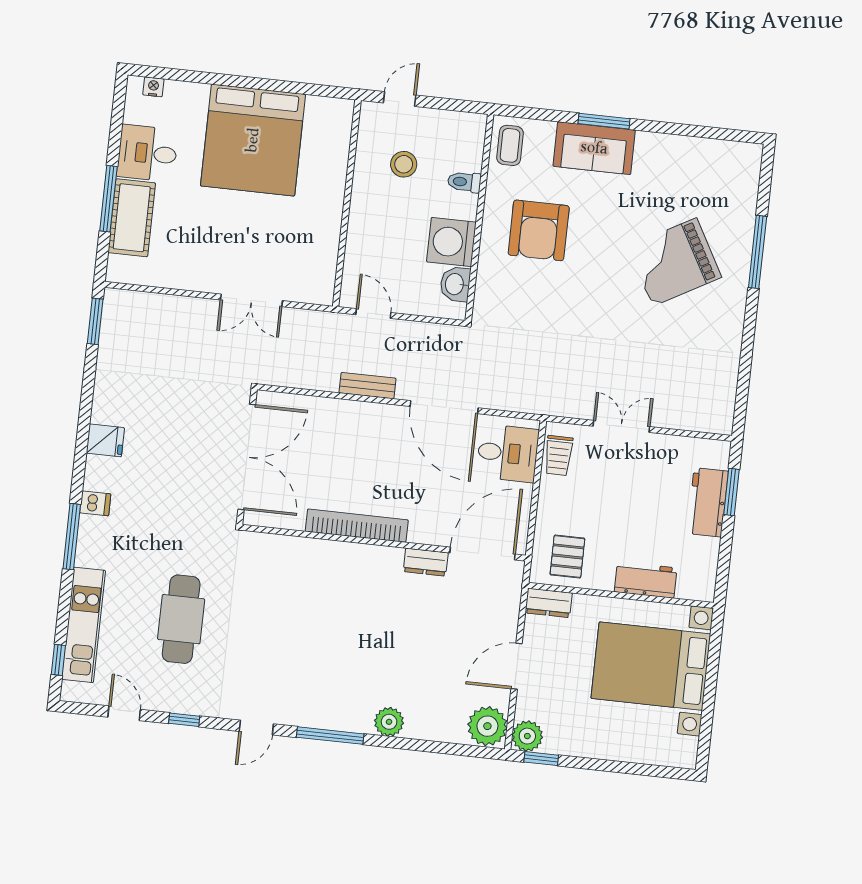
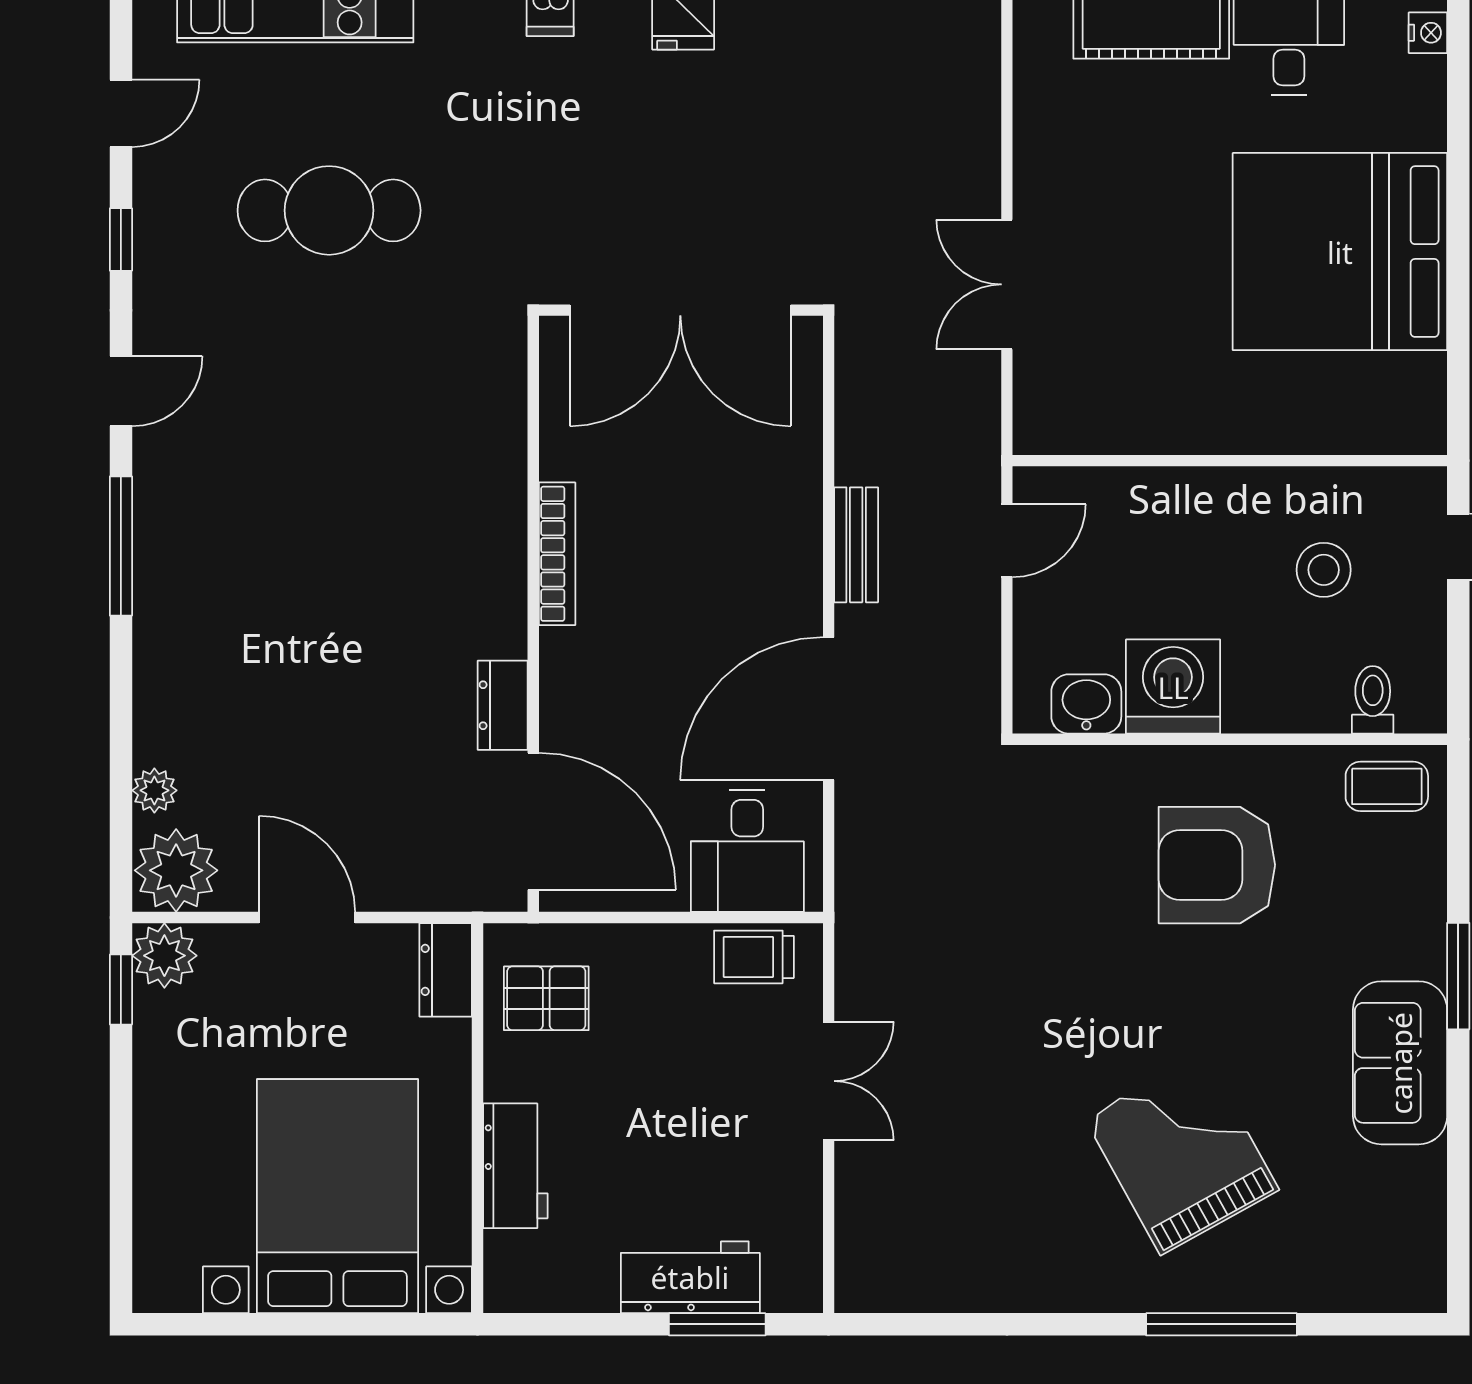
sofa: (594, 148) -> (1400, 1063), moved
toilet: (464, 182) -> (1373, 700), moved
bookcase: (357, 526) -> (557, 554), width x0.68, depth x0.76
plant: (389, 722) -> (154, 790), moved, width x0.73, depth x0.73
door: (256, 728) -> (121, 391), swing flipped

